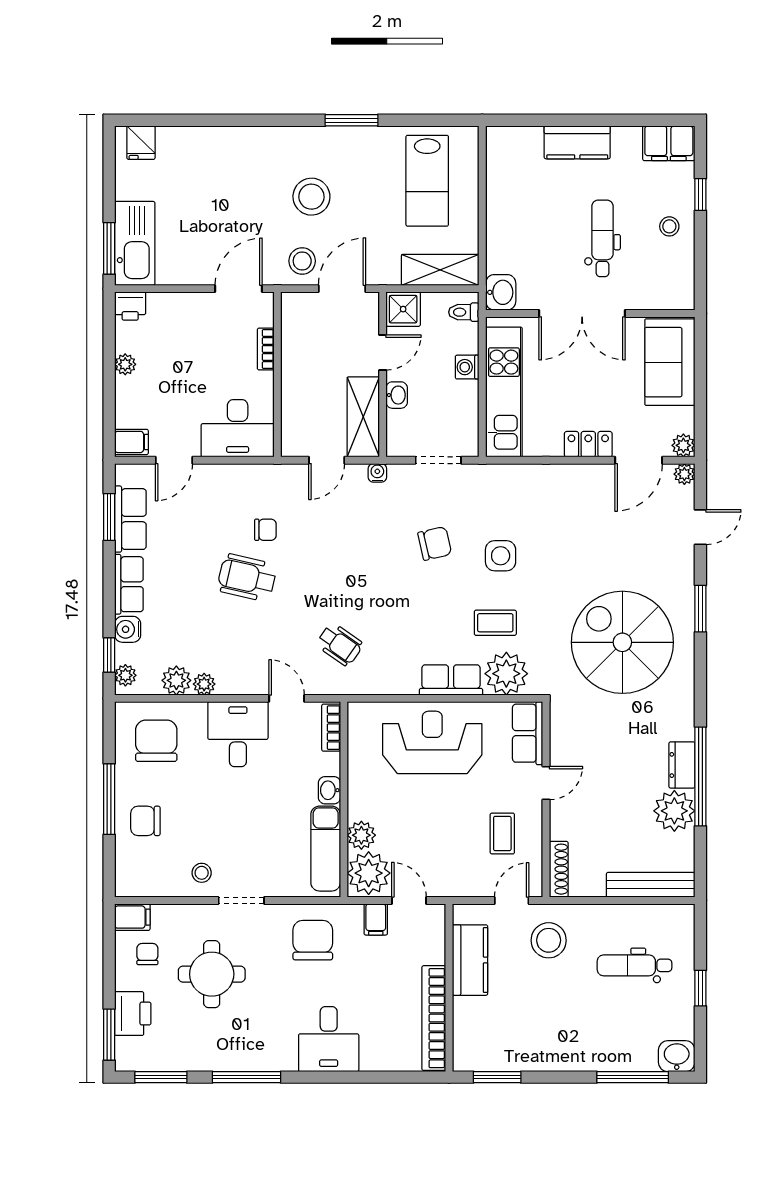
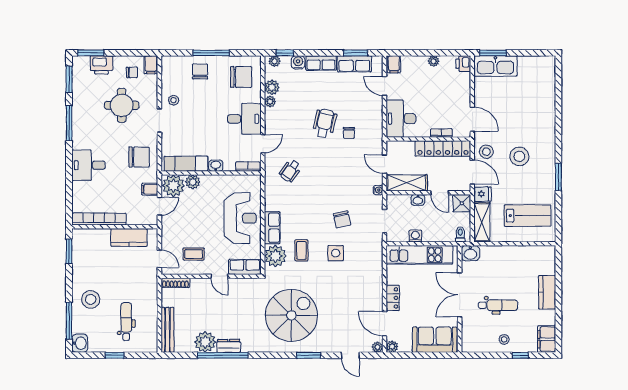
fridge: (141, 143) -> (483, 194), moved, turned 180
lab bench: (427, 181) -> (527, 216), turned 180
locker: (296, 346) -> (443, 149), added
washing machine: (467, 367) -> (415, 236), moved
stool: (549, 940) -> (91, 299), moved

